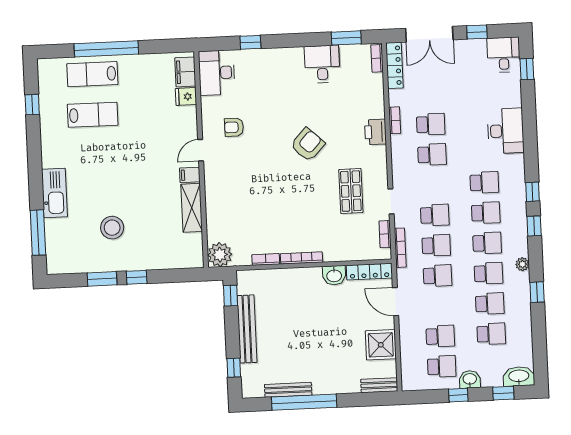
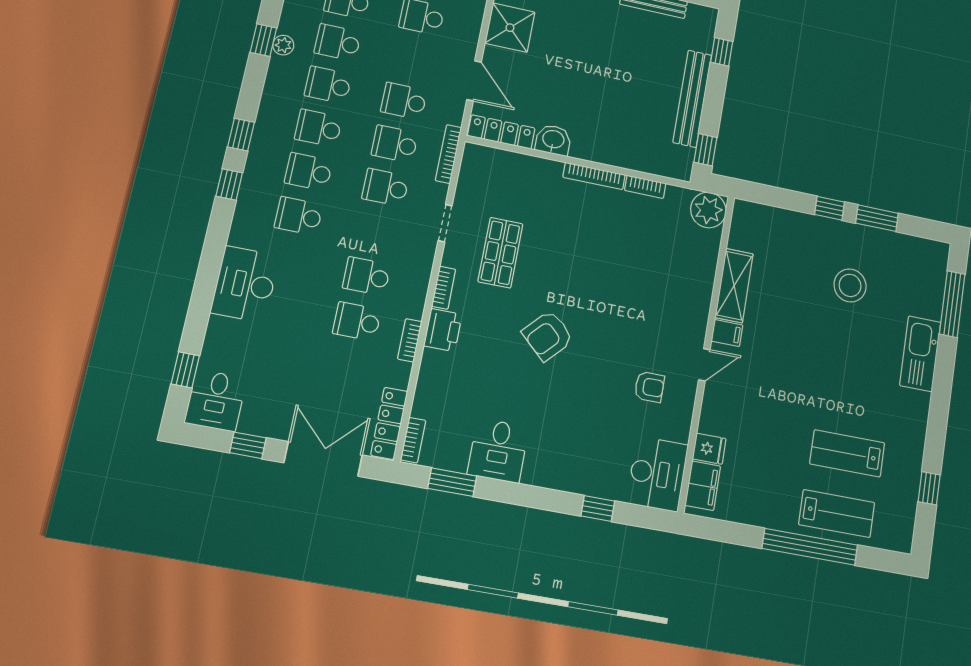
bookcase: (385, 234) -> (444, 288), moved
plant: (522, 264) -> (283, 45), moved

